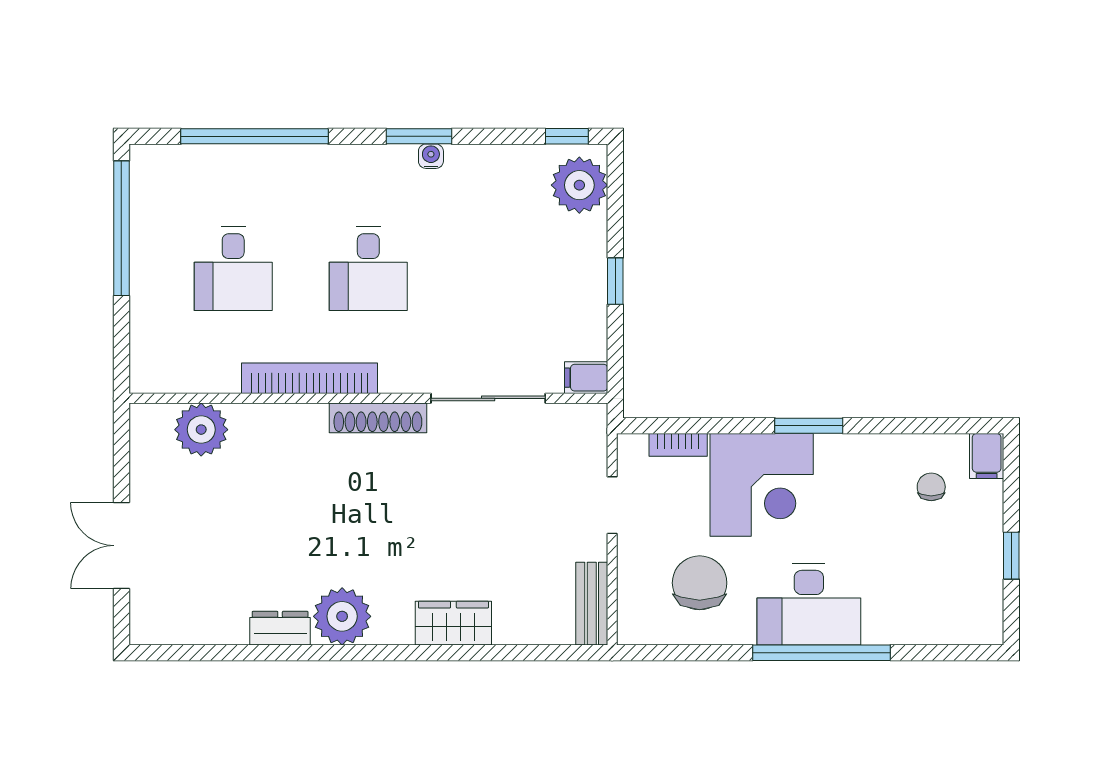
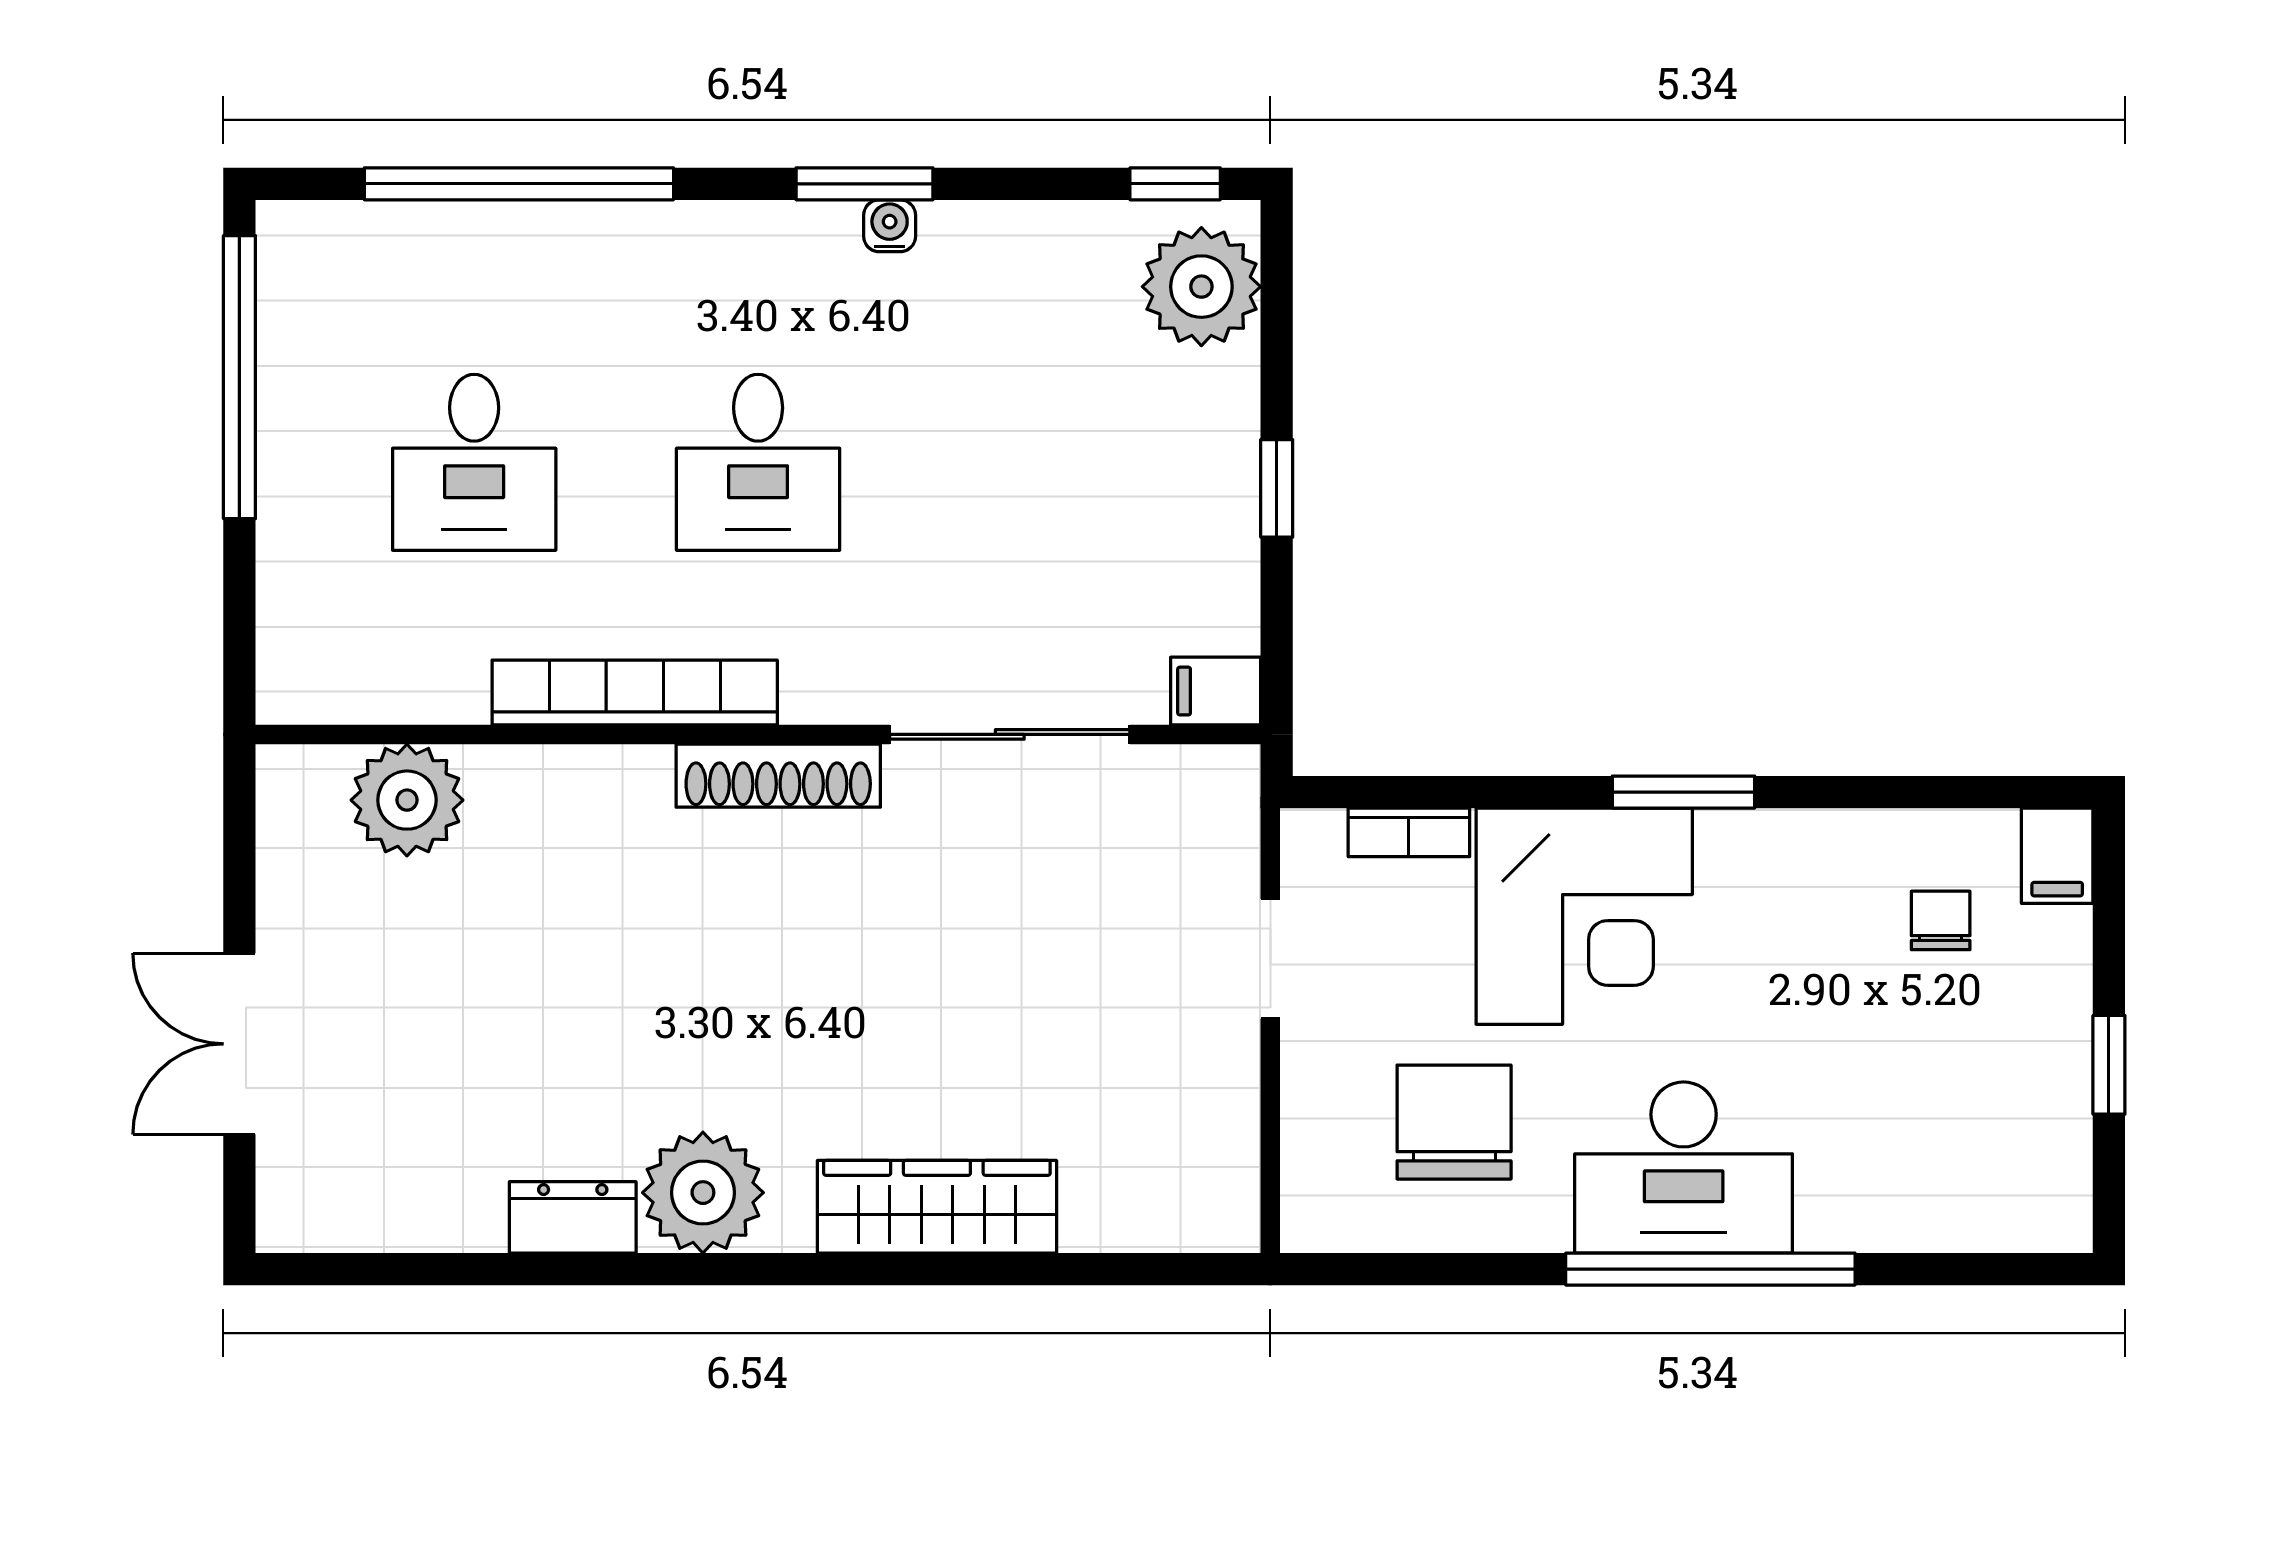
bench: (592, 604) -> (1227, 1166), removed
wardrobe: (453, 623) -> (937, 1207), width x1.50

